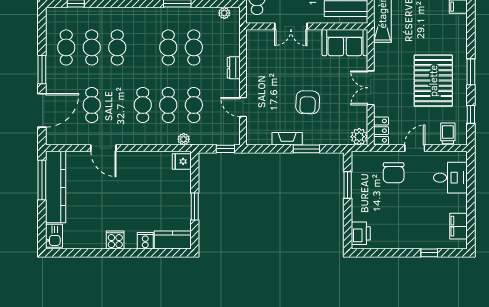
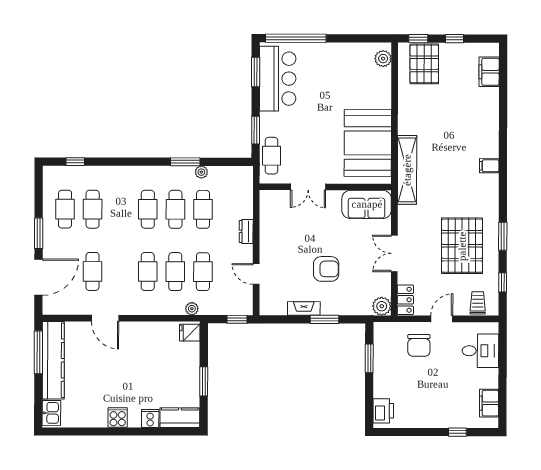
plant: (224, 13) -> (201, 172), moved
cafe table: (117, 47) -> (148, 209), moved
armchair: (308, 102) -> (326, 269), turned -92

